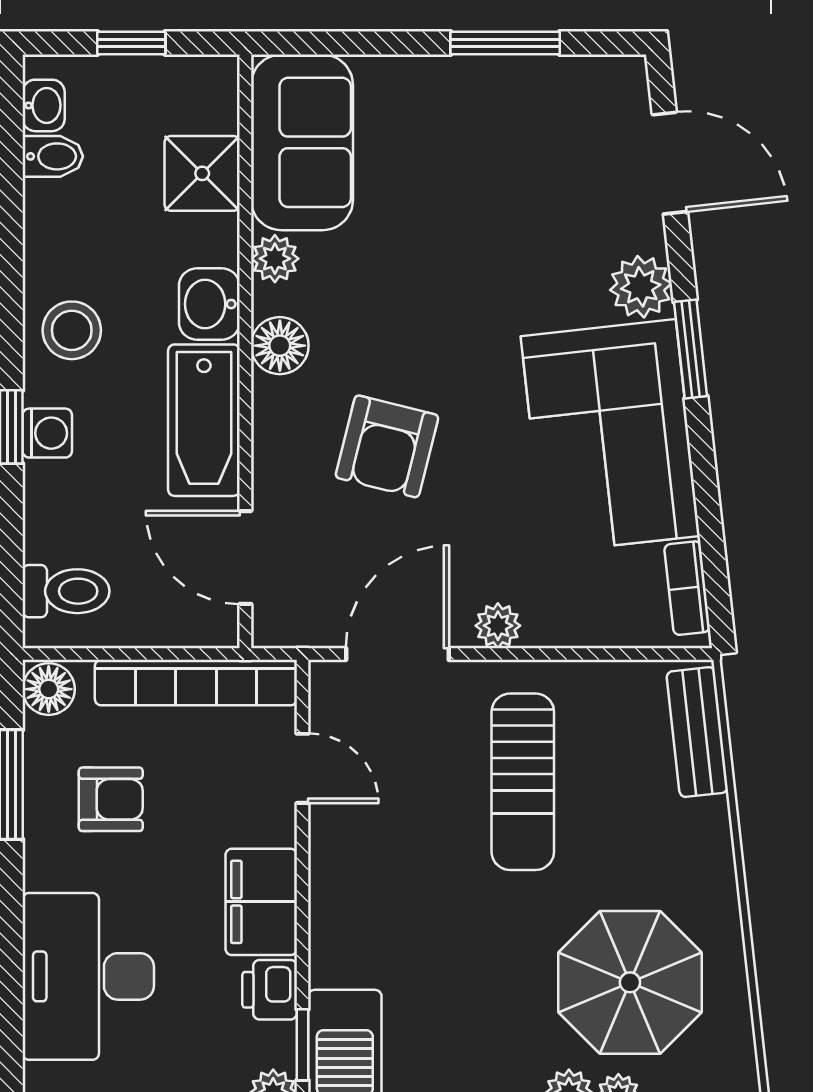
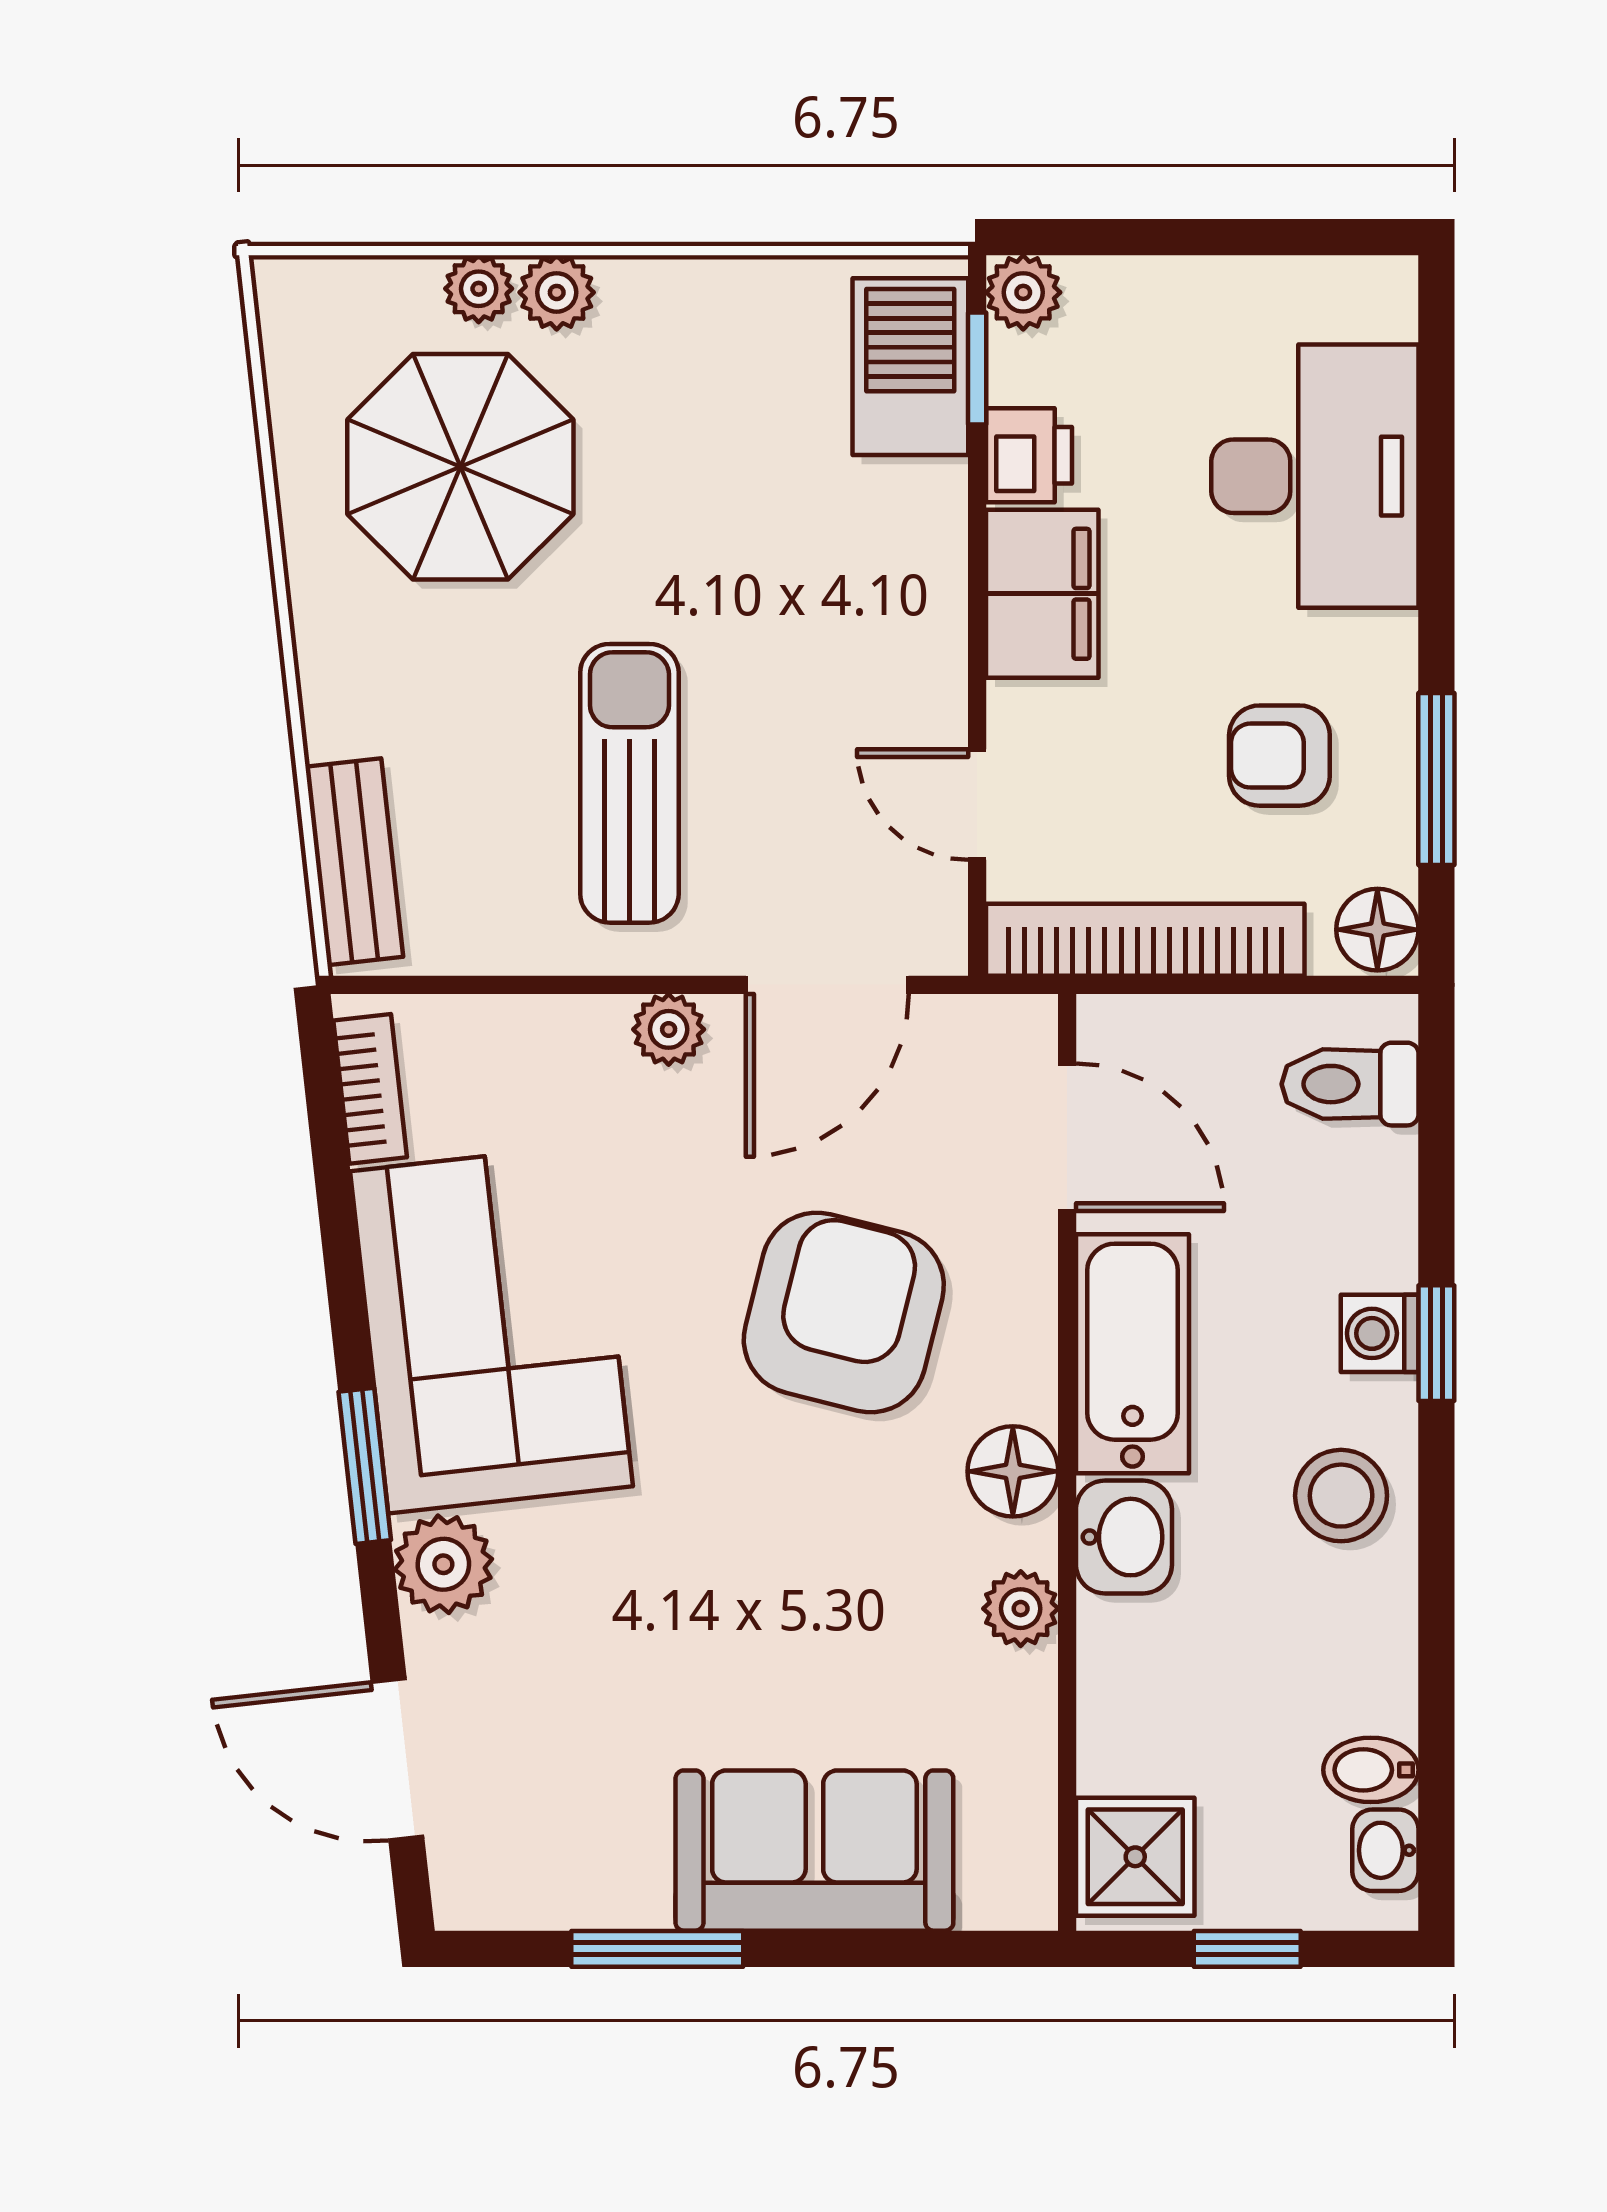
sofa: (302, 142) -> (814, 1851), moved, turned 90
shower: (202, 173) -> (1135, 1857), moved
armchair: (387, 446) -> (844, 1312), width x1.36, depth x1.36

